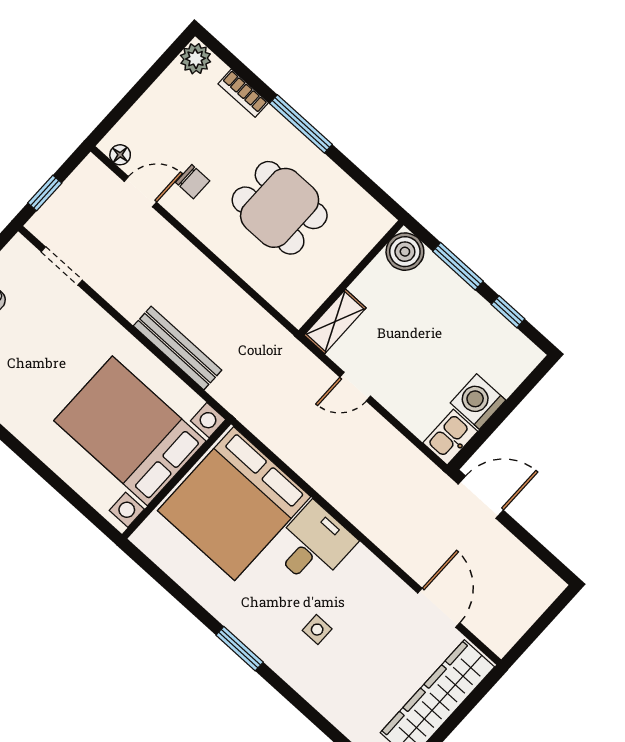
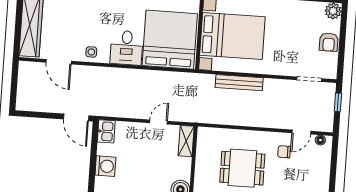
washing machine: (478, 402) -> (105, 166), moved
door: (481, 497) -> (76, 117), hinge flipped
side table: (317, 630) -> (91, 52), moved

